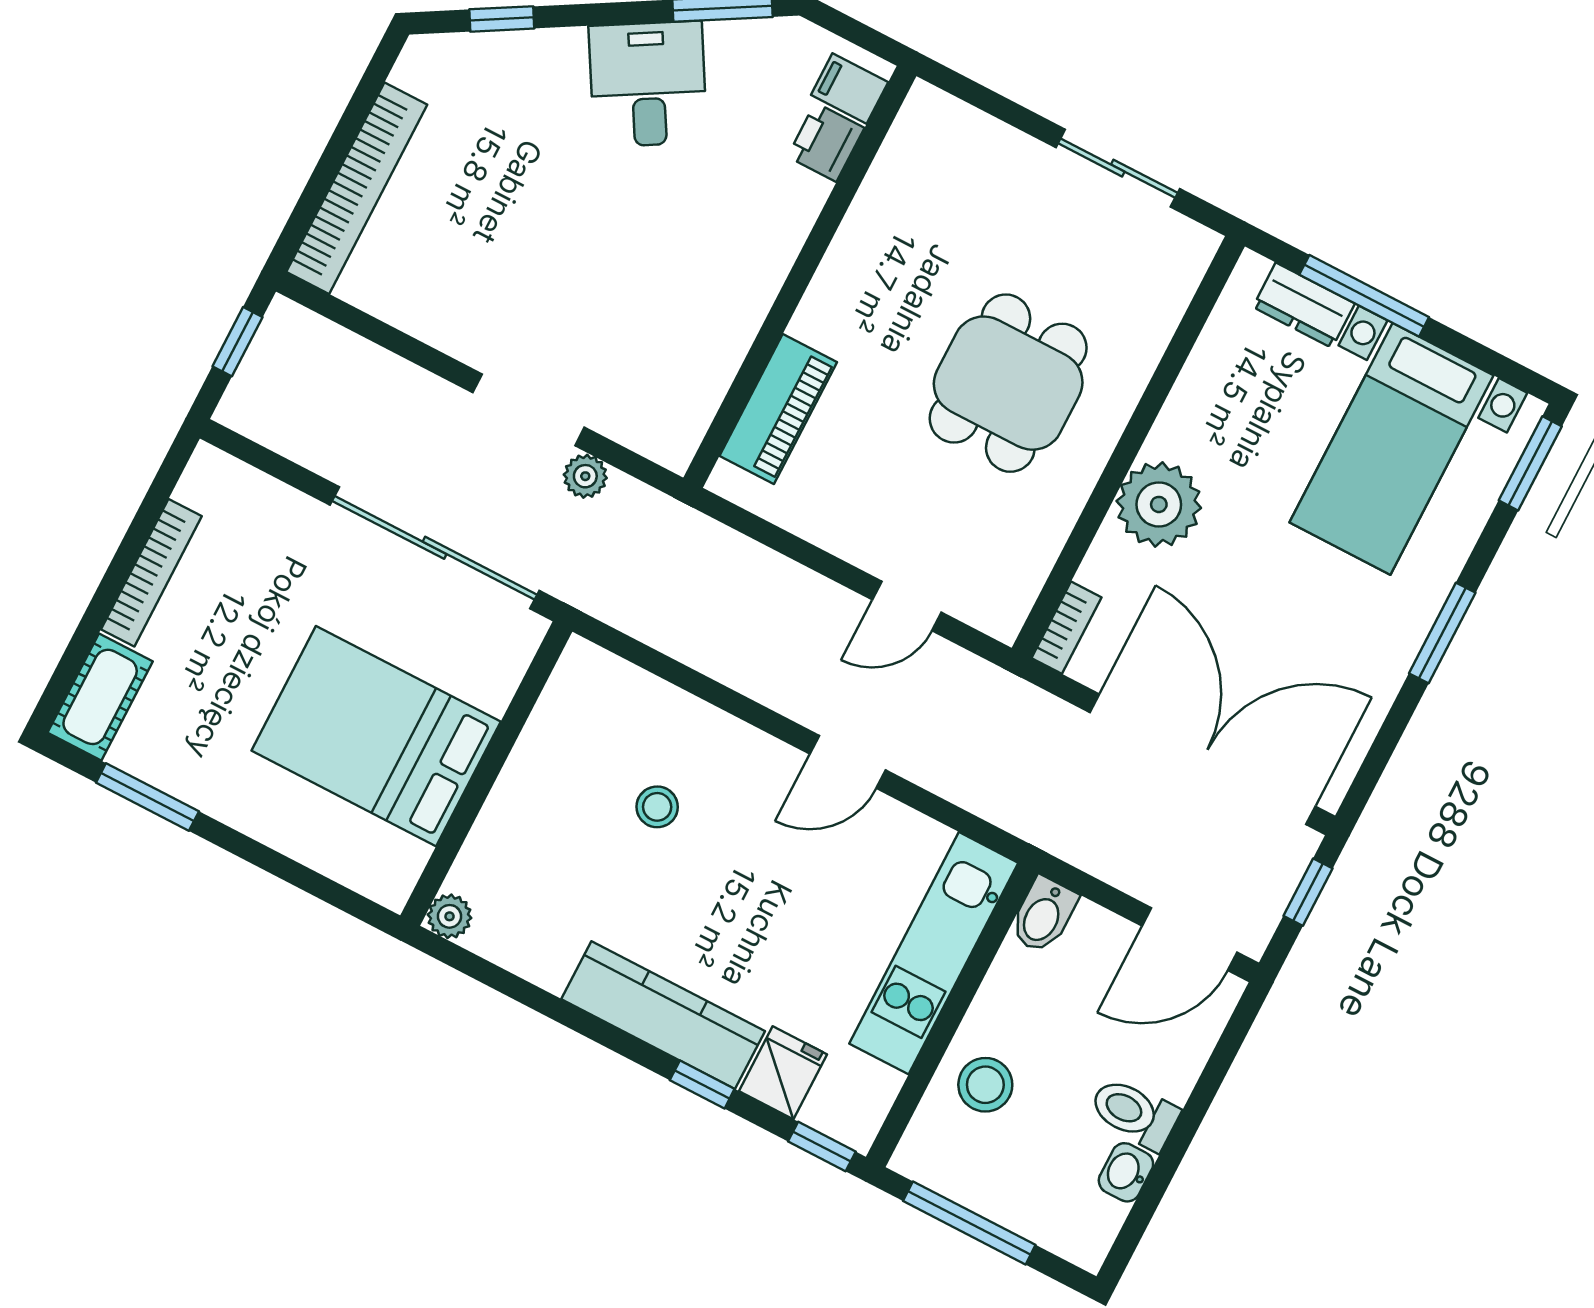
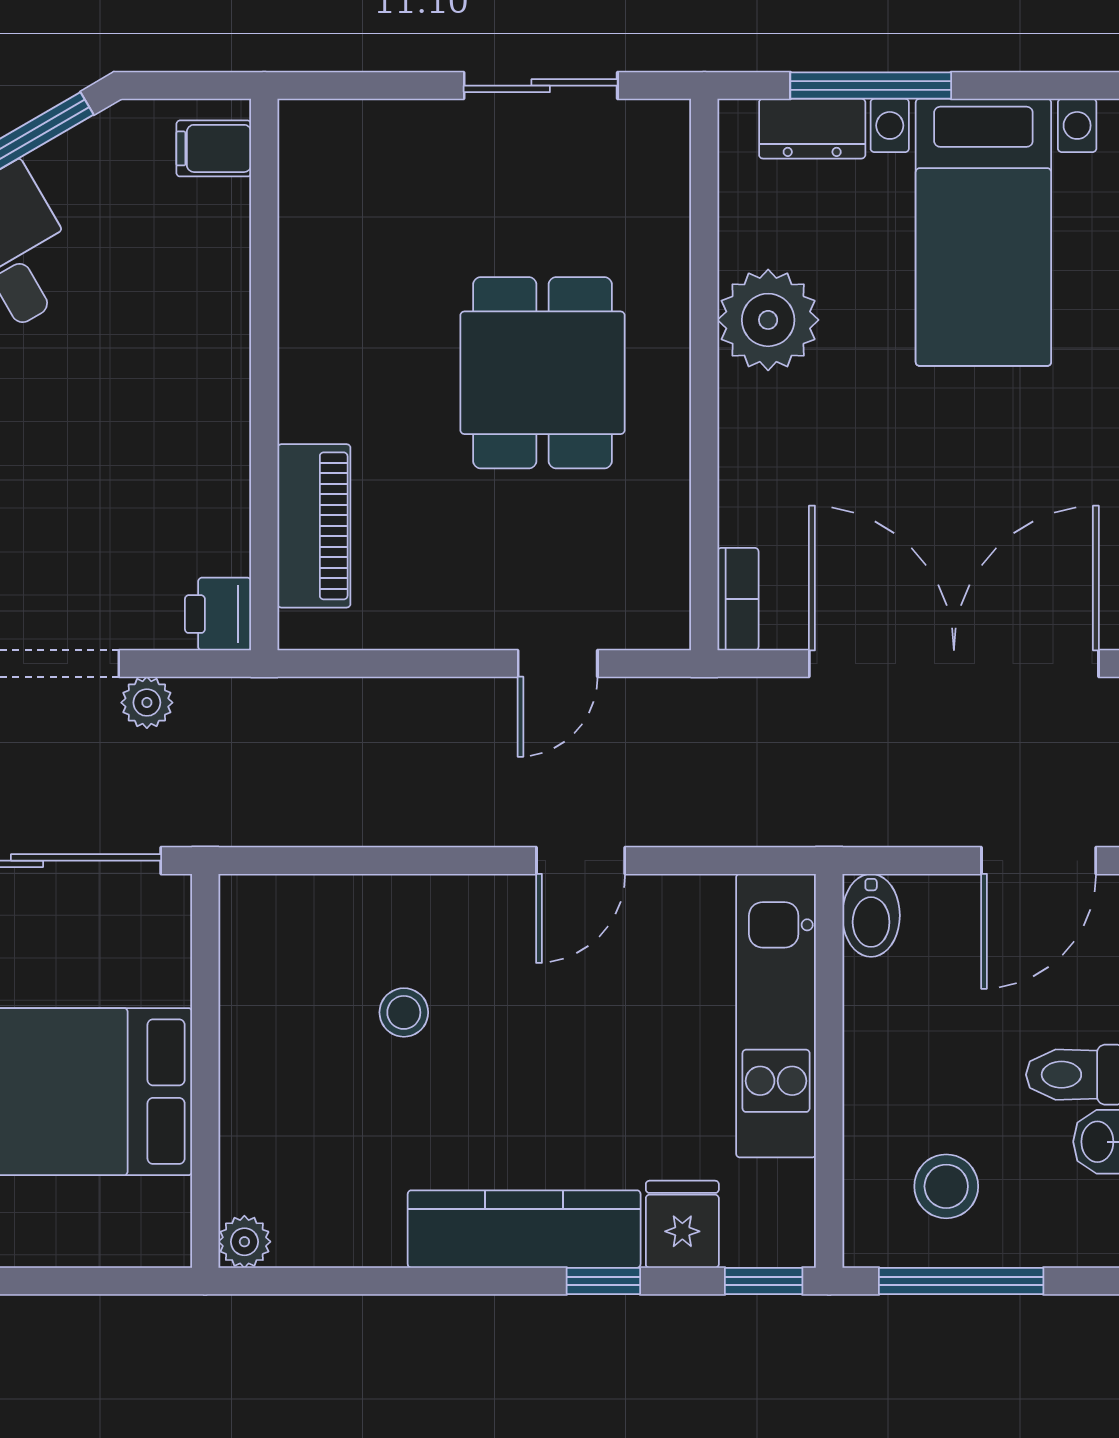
printer: (826, 142) -> (218, 614), moved
plant: (1159, 504) -> (768, 320), moved
stool: (985, 1085) -> (946, 1186), moved

